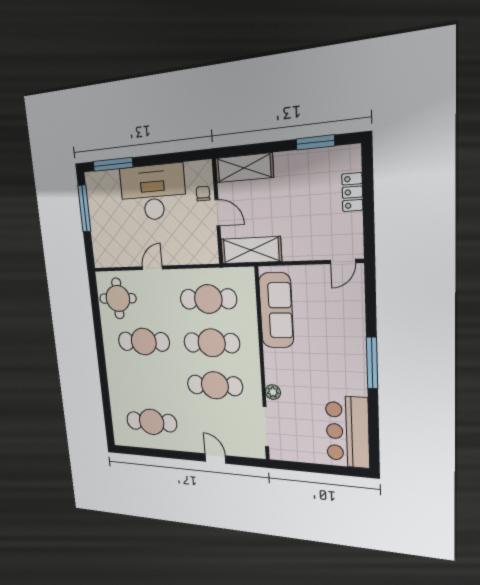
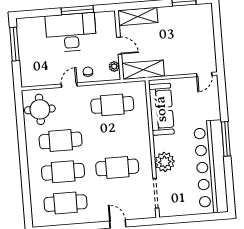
window: (113, 164) -> (77, 10), moved
locker: (352, 192) -> (208, 32), removed
chair: (203, 193) -> (88, 72), moved
plant: (211, 244) -> (114, 66), added
cafe table: (212, 343) -> (63, 172), moved
plant: (273, 392) -> (165, 162), width x1.87, depth x1.87
bar counter: (347, 432) -> (211, 167), width x1.86

